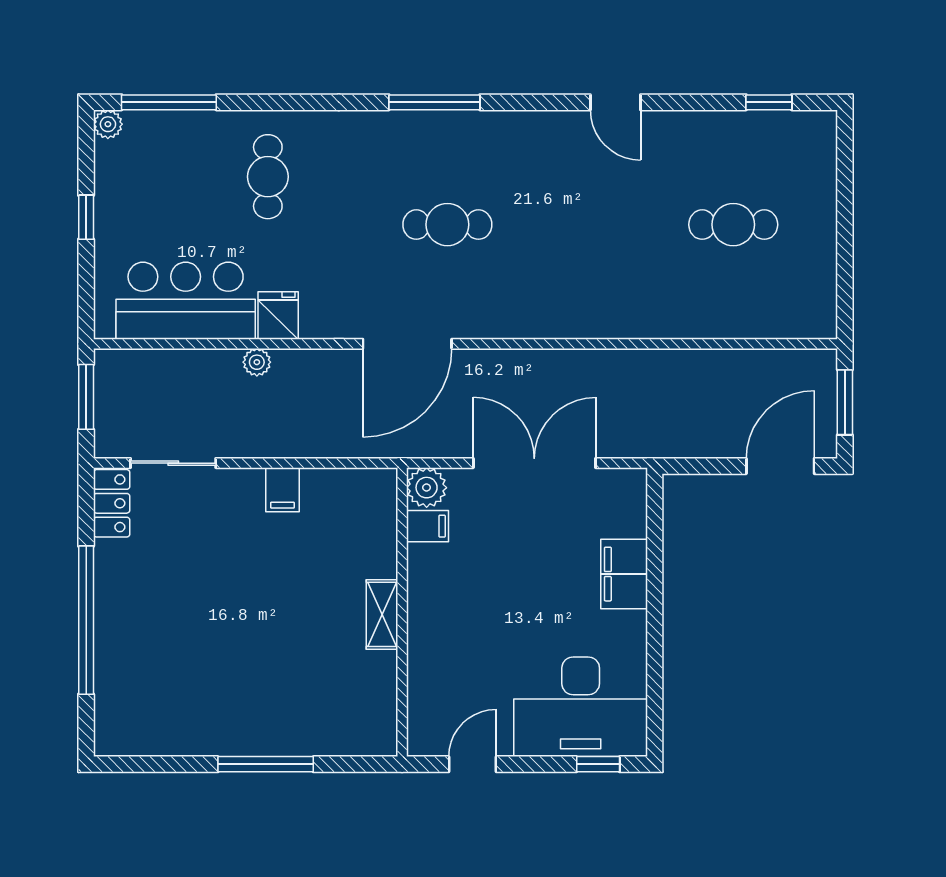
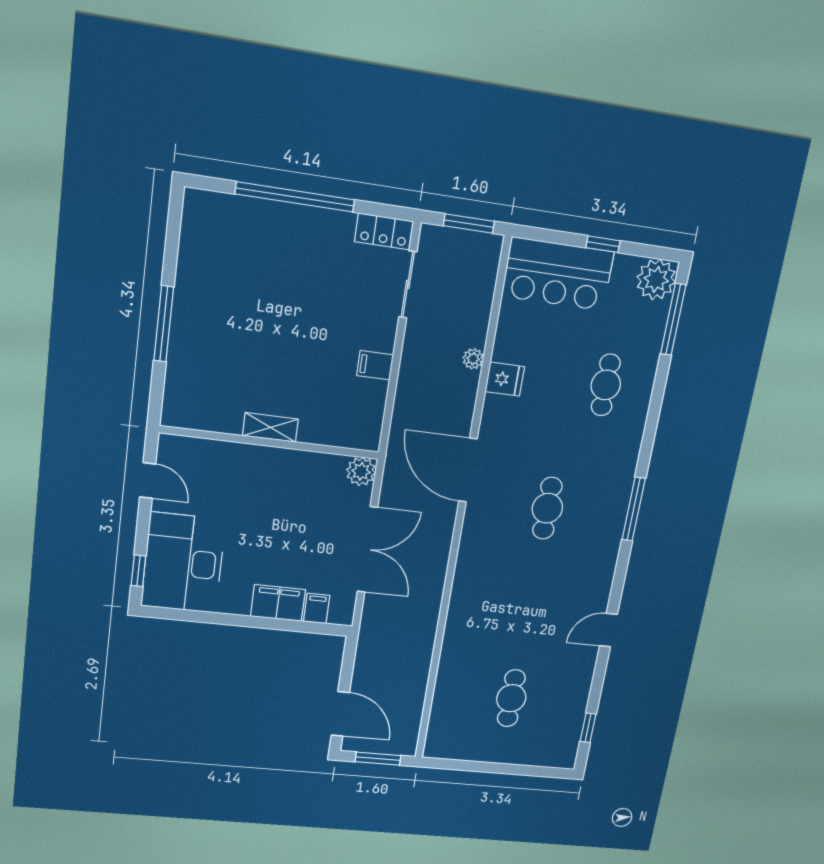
plant: (108, 124) -> (656, 279), width x1.88, depth x1.88
cafe table: (268, 177) -> (606, 385), turned 90
bar counter: (186, 301) -> (558, 274), moved, turned 90
filing cabinet: (427, 526) -> (317, 608), moved, turned 180

